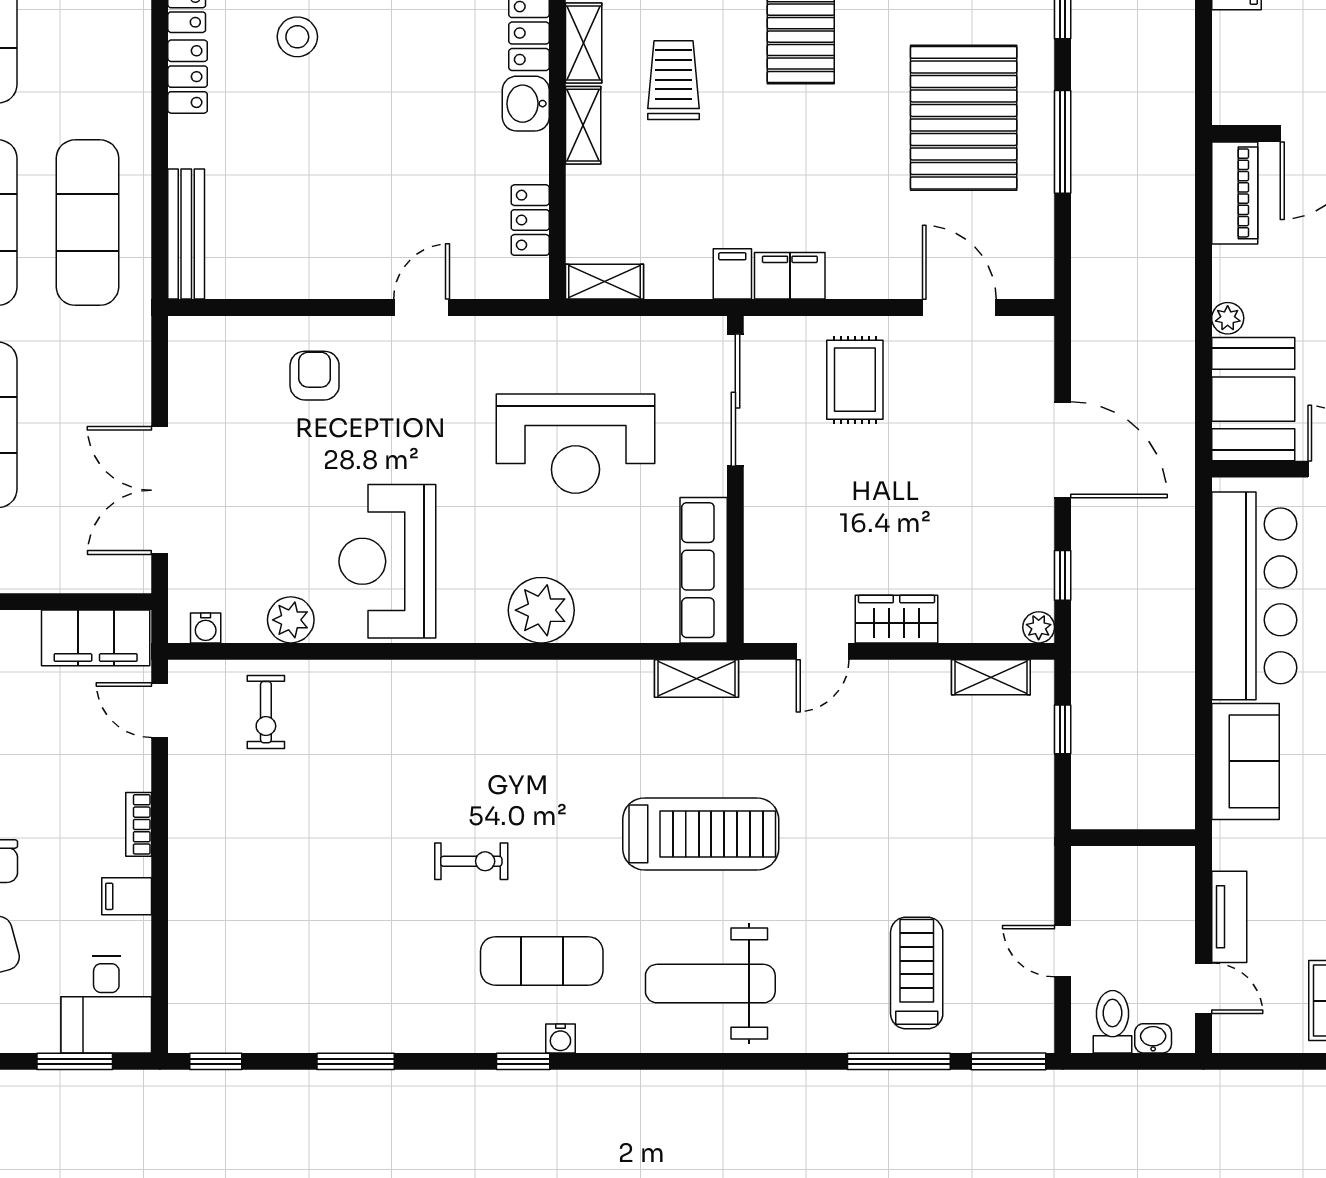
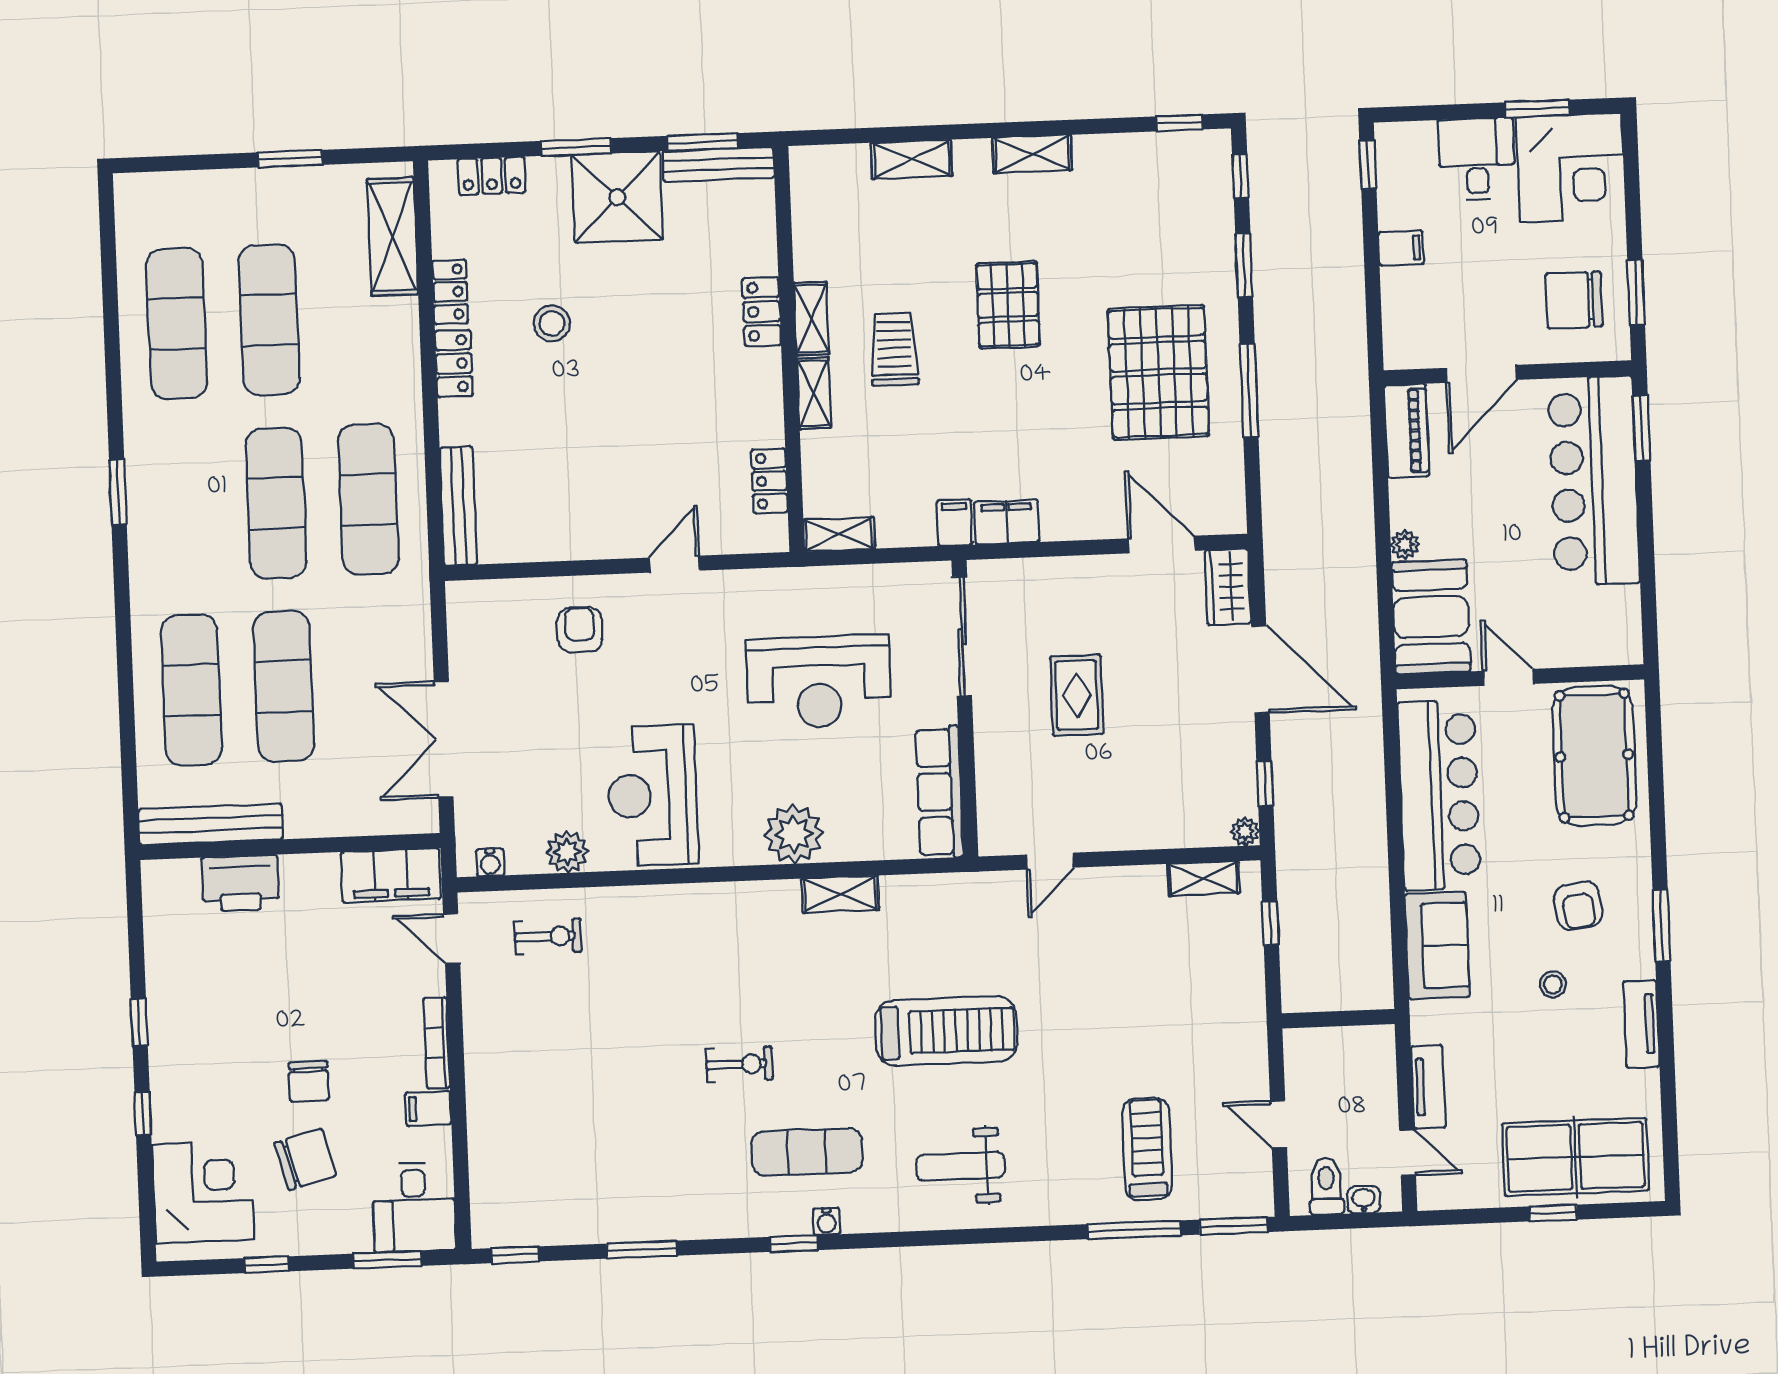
washbasin: (526, 104) -> (761, 376), removed
rug: (855, 380) -> (1077, 695), moved
wardrobe: (897, 619) -> (1228, 587), moved, turned -90
shelving: (697, 678) -> (840, 894), moved
exercise bike: (266, 712) -> (548, 936), turned -90
bookcase: (139, 824) -> (437, 1043), width x1.56
weight bench: (710, 984) -> (960, 1166), width x0.73, depth x0.75

